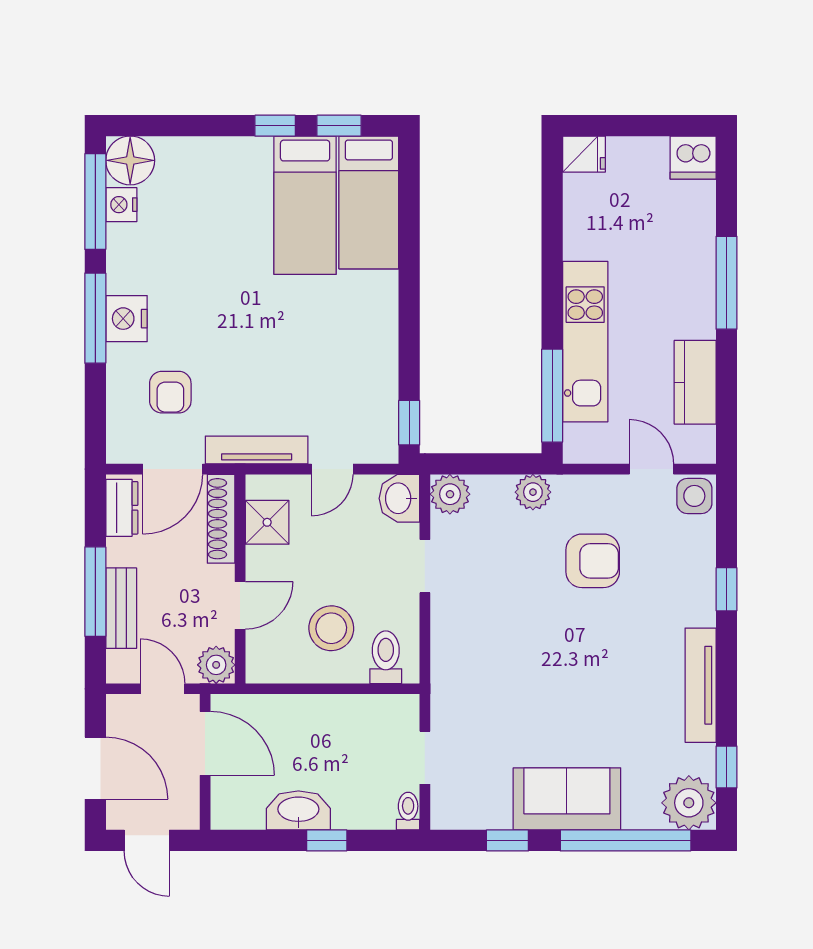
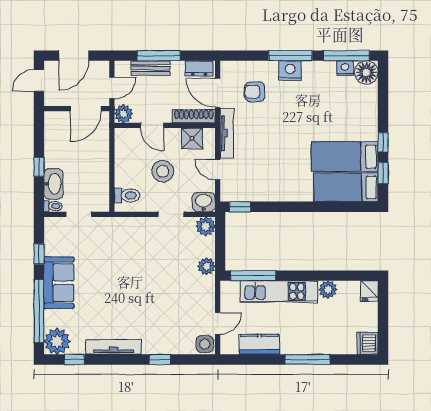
plant: (581, 240) -> (328, 289), added
armchair: (593, 561) -> (174, 295), removed
stool: (331, 628) -> (163, 171), moved
washbasin: (298, 810) -> (53, 184), moved

